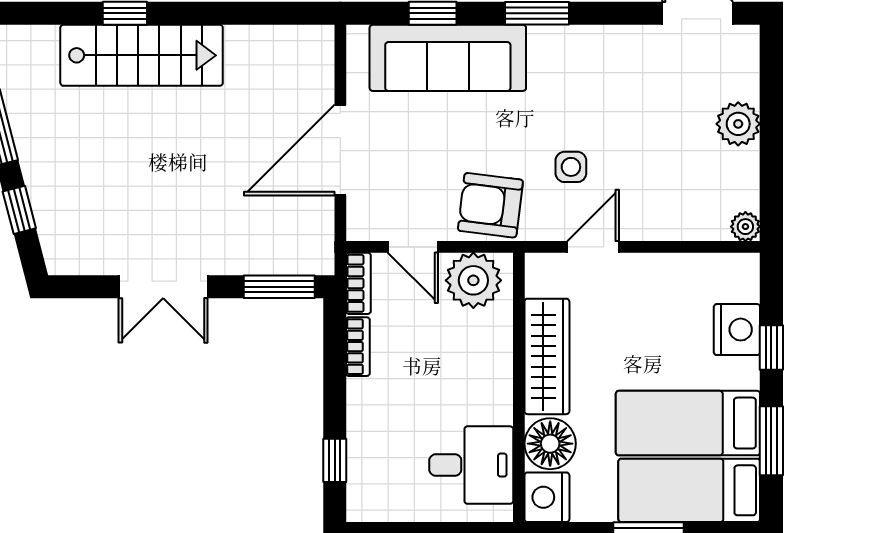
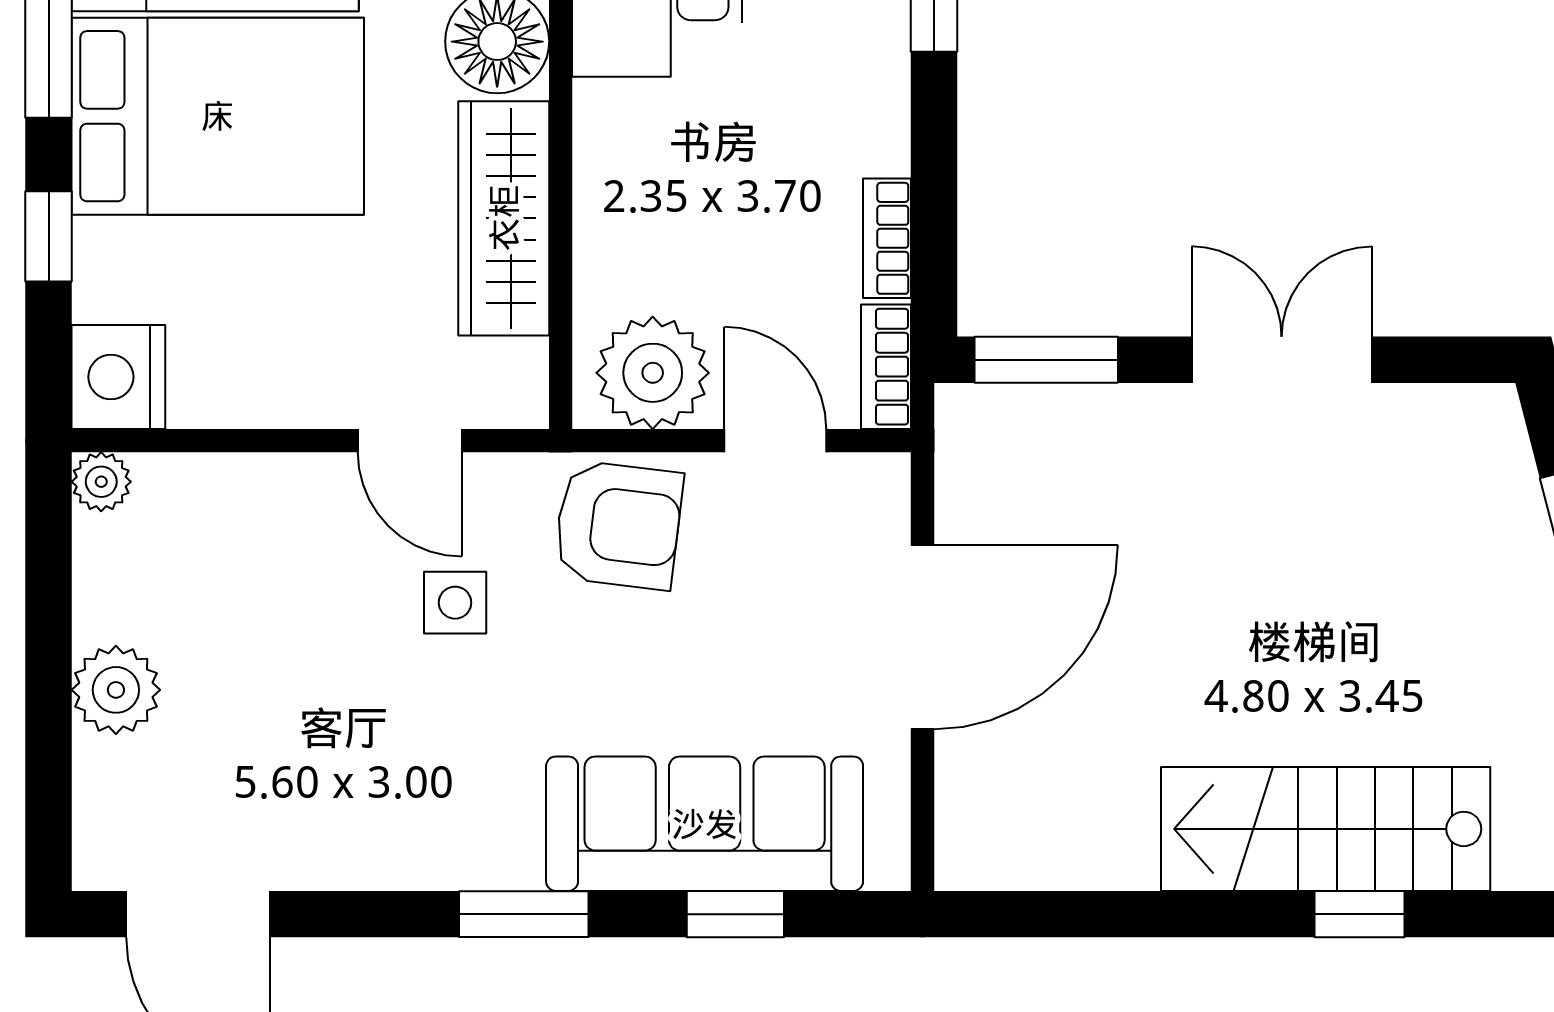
door: (593, 247) -> (410, 441), hinge flipped
nightstand: (737, 330) -> (118, 377), moved
bed: (688, 423) -> (218, 116), width x1.50

